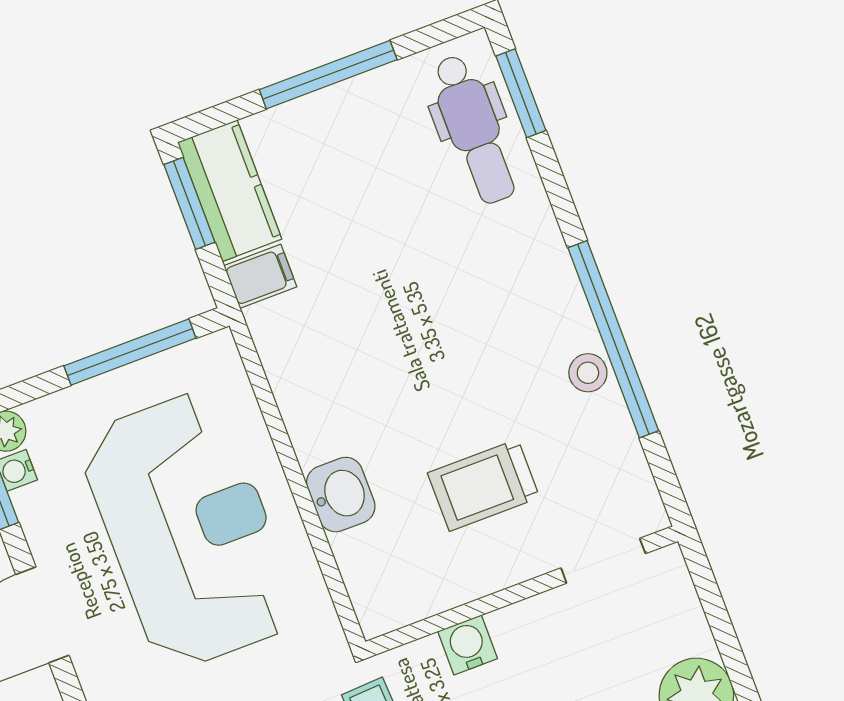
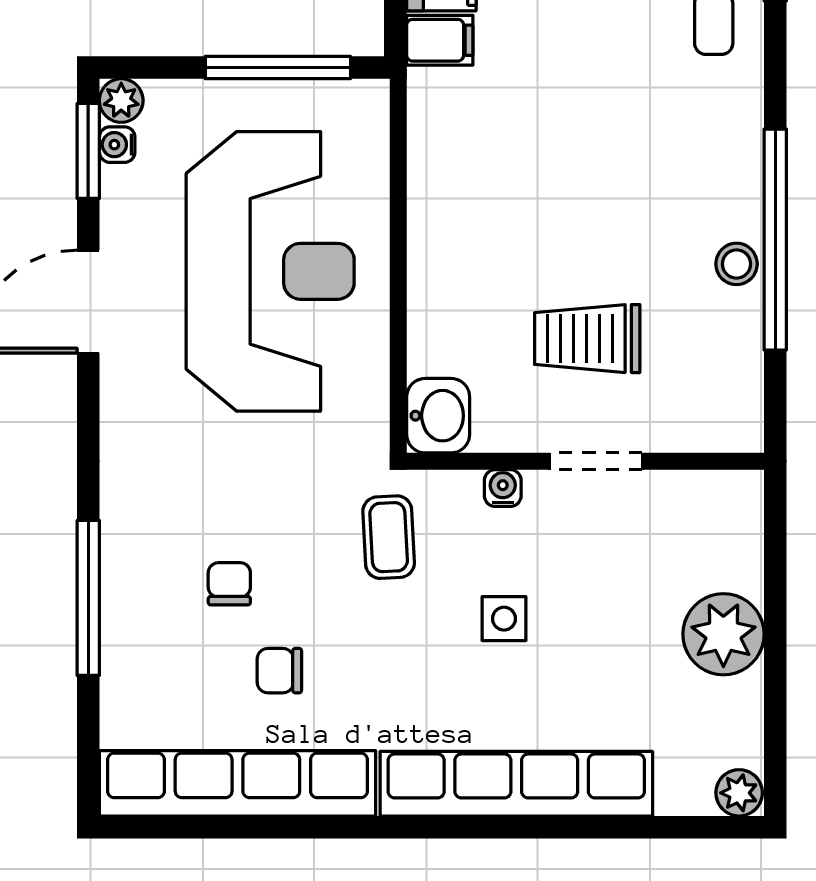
washbasin: (341, 495) -> (438, 416), moved
doorway: (603, 561) -> (596, 461), moved
water cooler: (468, 645) -> (503, 488), width x0.72, depth x0.72

